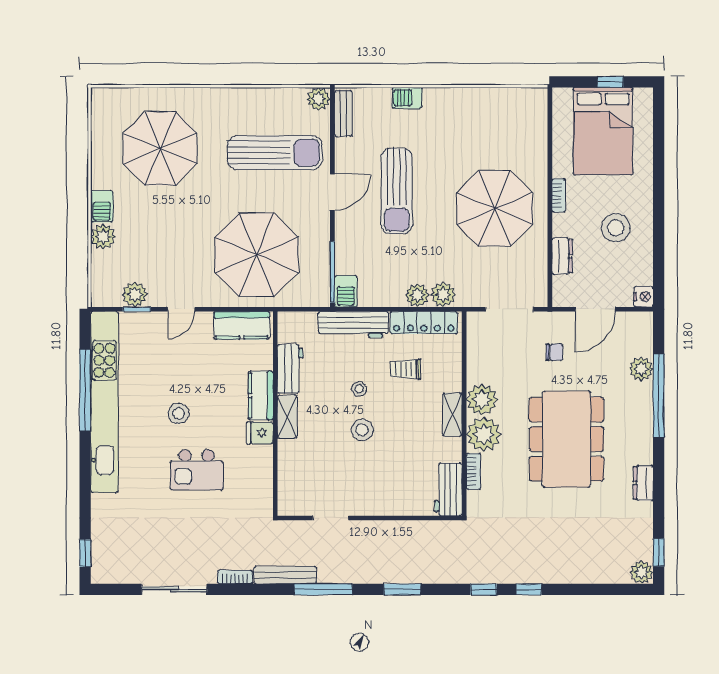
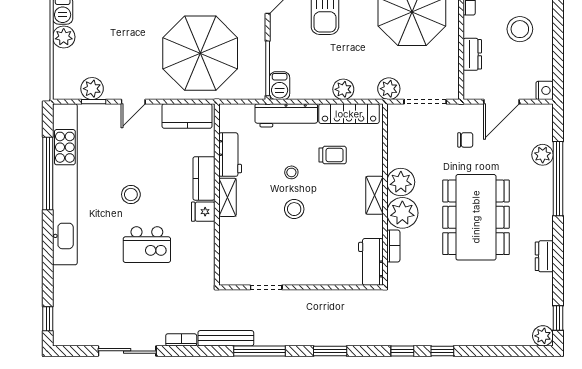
plant: (443, 295) -> (389, 89), moved
trolley: (405, 369) -> (333, 155), turned 180

